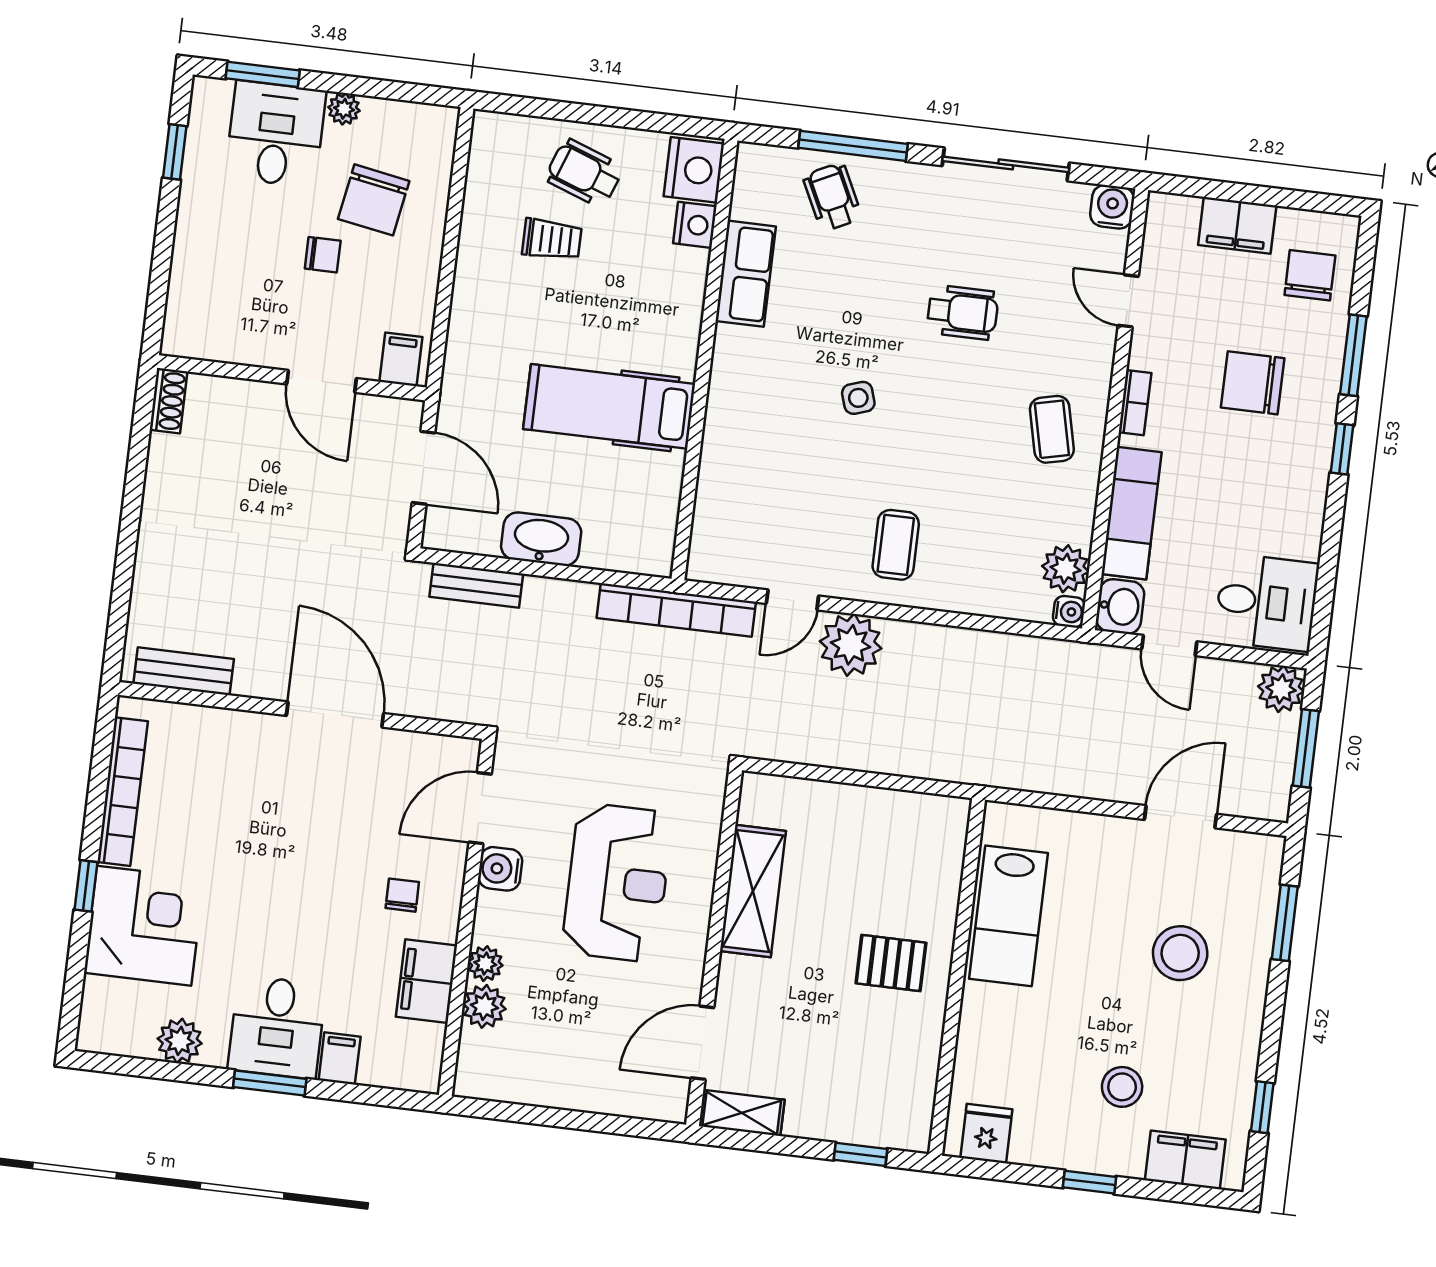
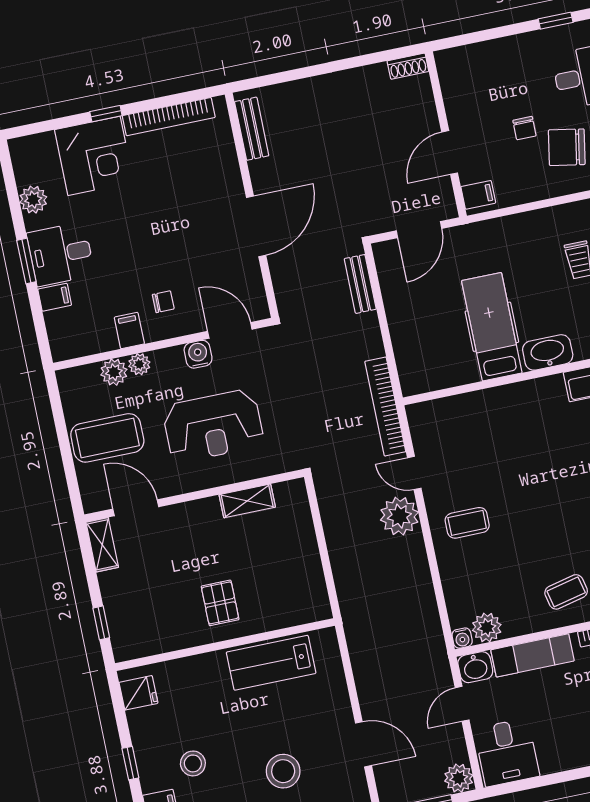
side table: (858, 398) -> (546, 472), removed
washbasin: (541, 539) -> (548, 352), moved, turned -90
shelving: (753, 891) -> (247, 501), width x0.67, depth x0.75
filing cabinet: (427, 981) -> (129, 331), width x0.50
coffee table: (581, 1050) -> (107, 438), added

